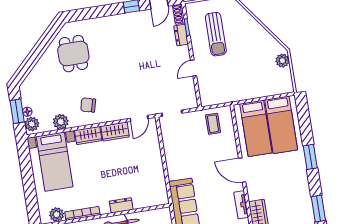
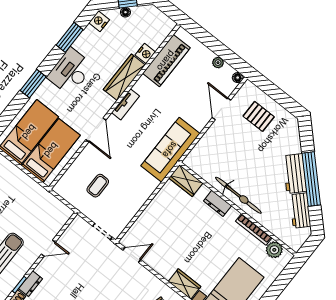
coffee table: (213, 124) -> (98, 186), moved
wardrobe: (115, 131) -> (186, 181), moved, turned 180
desk: (296, 189) -> (70, 71), added

